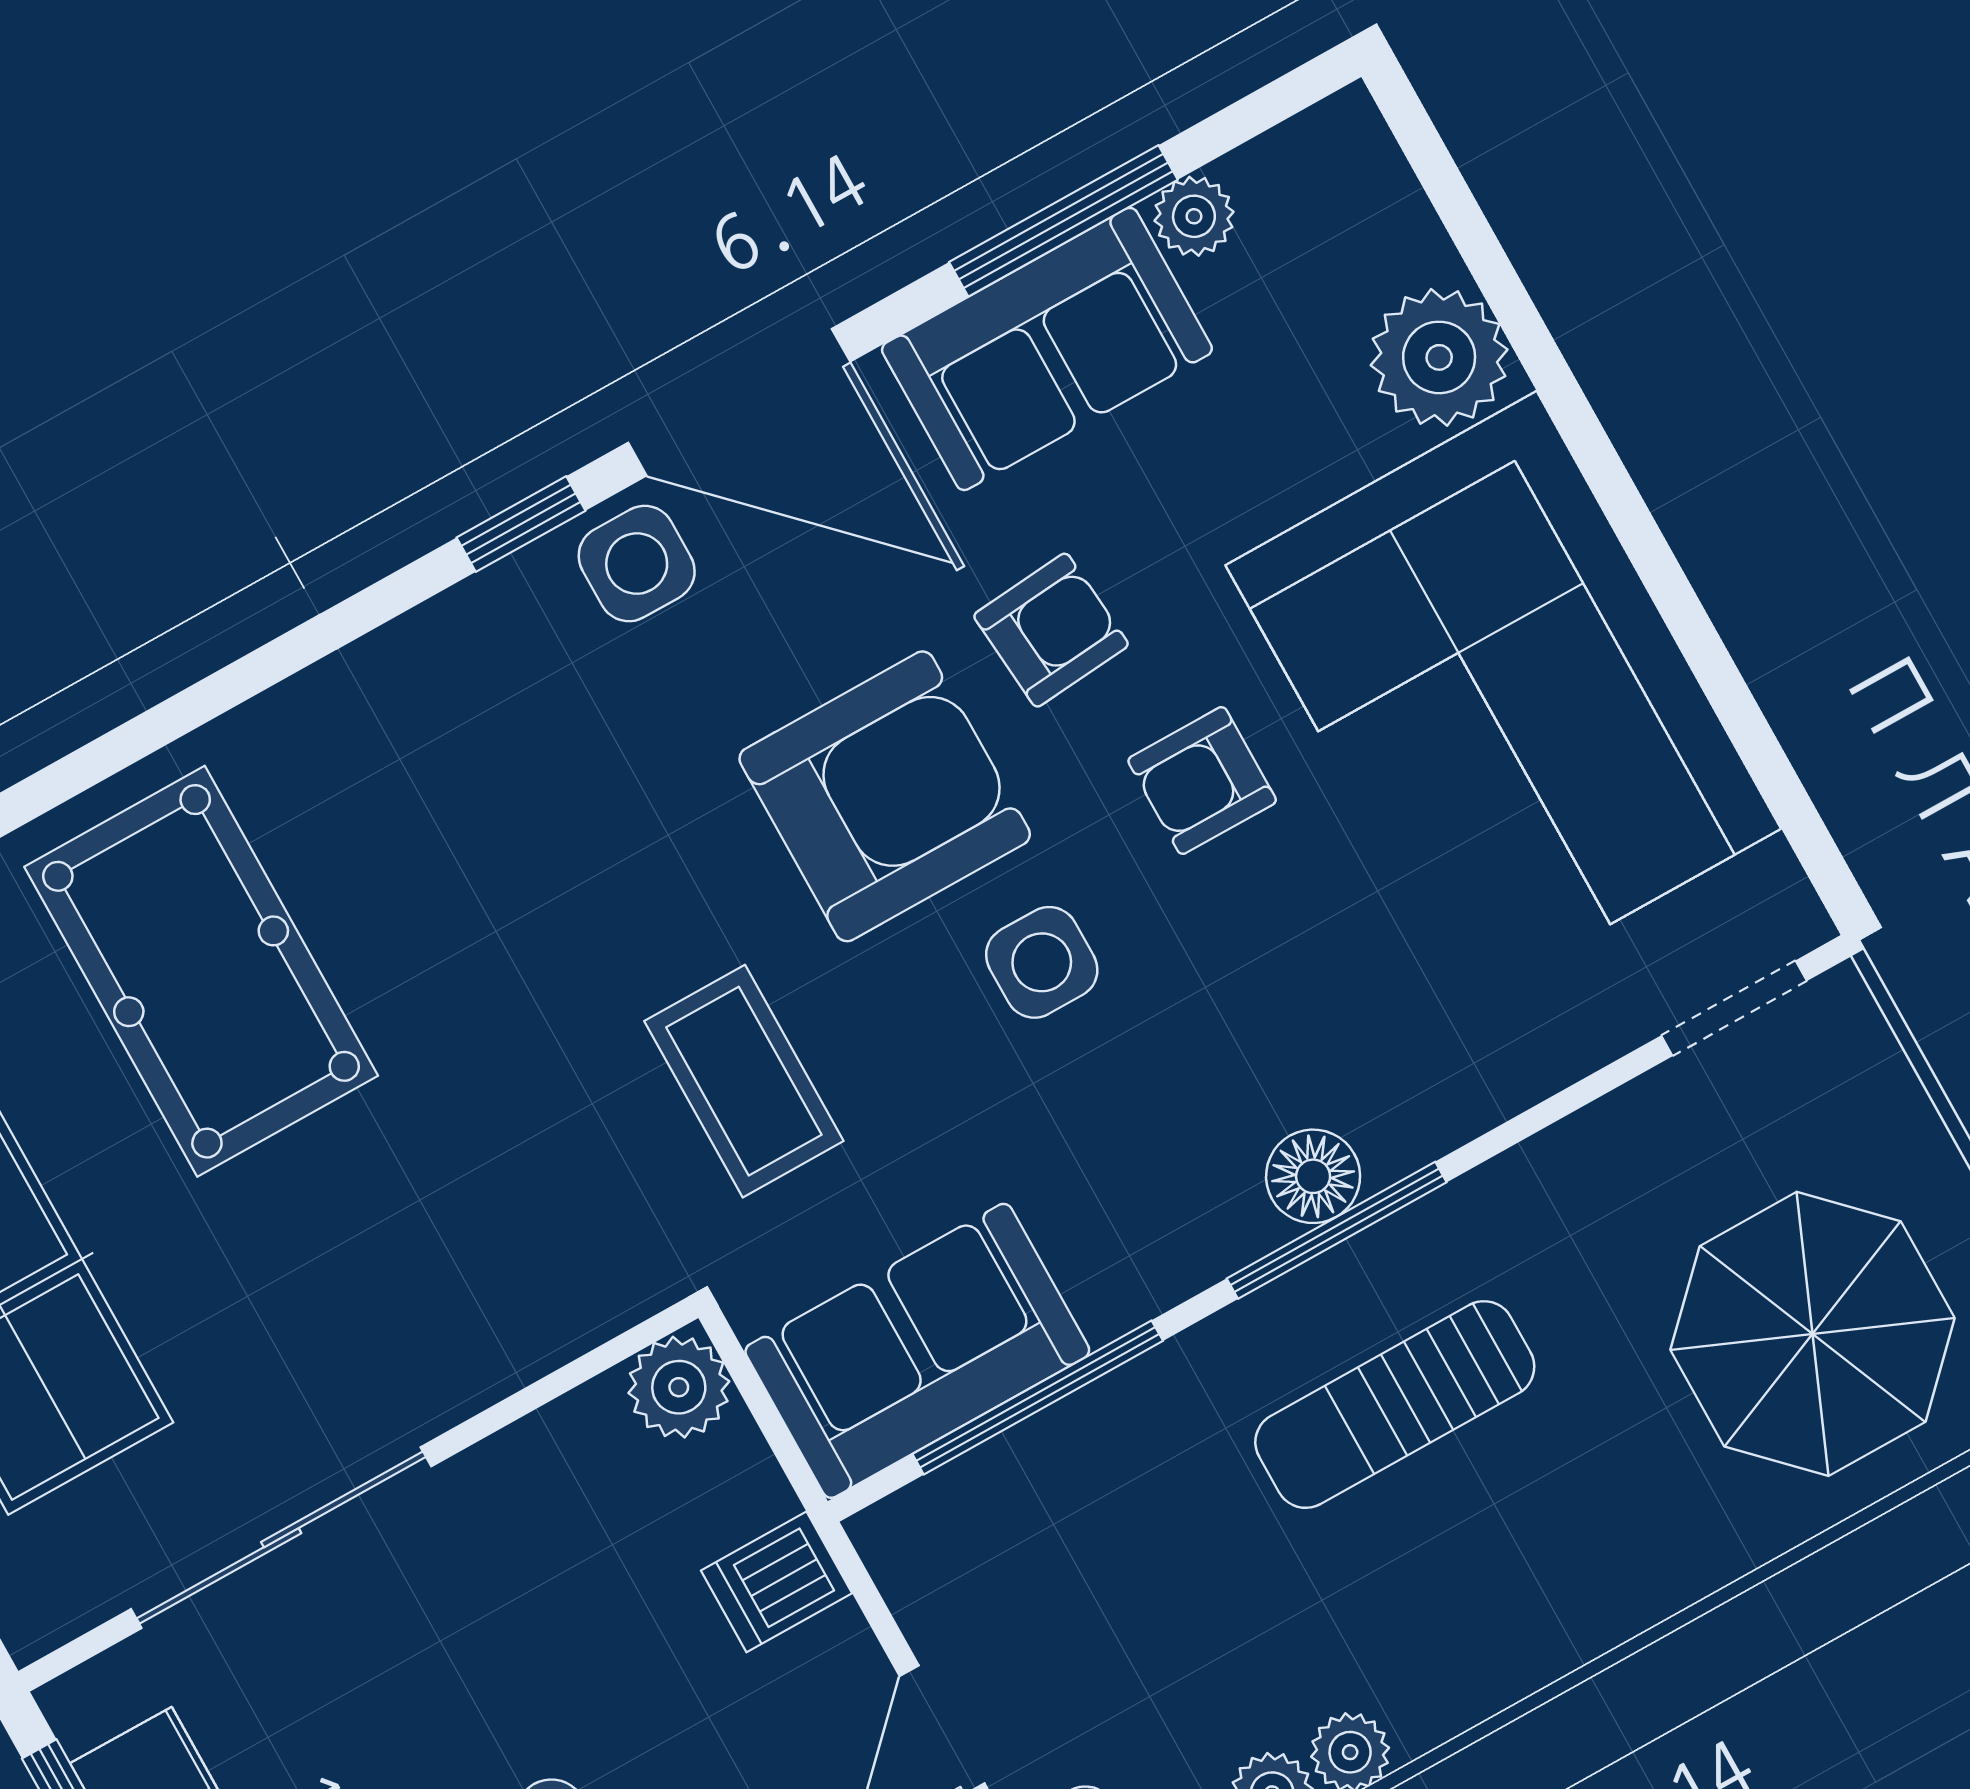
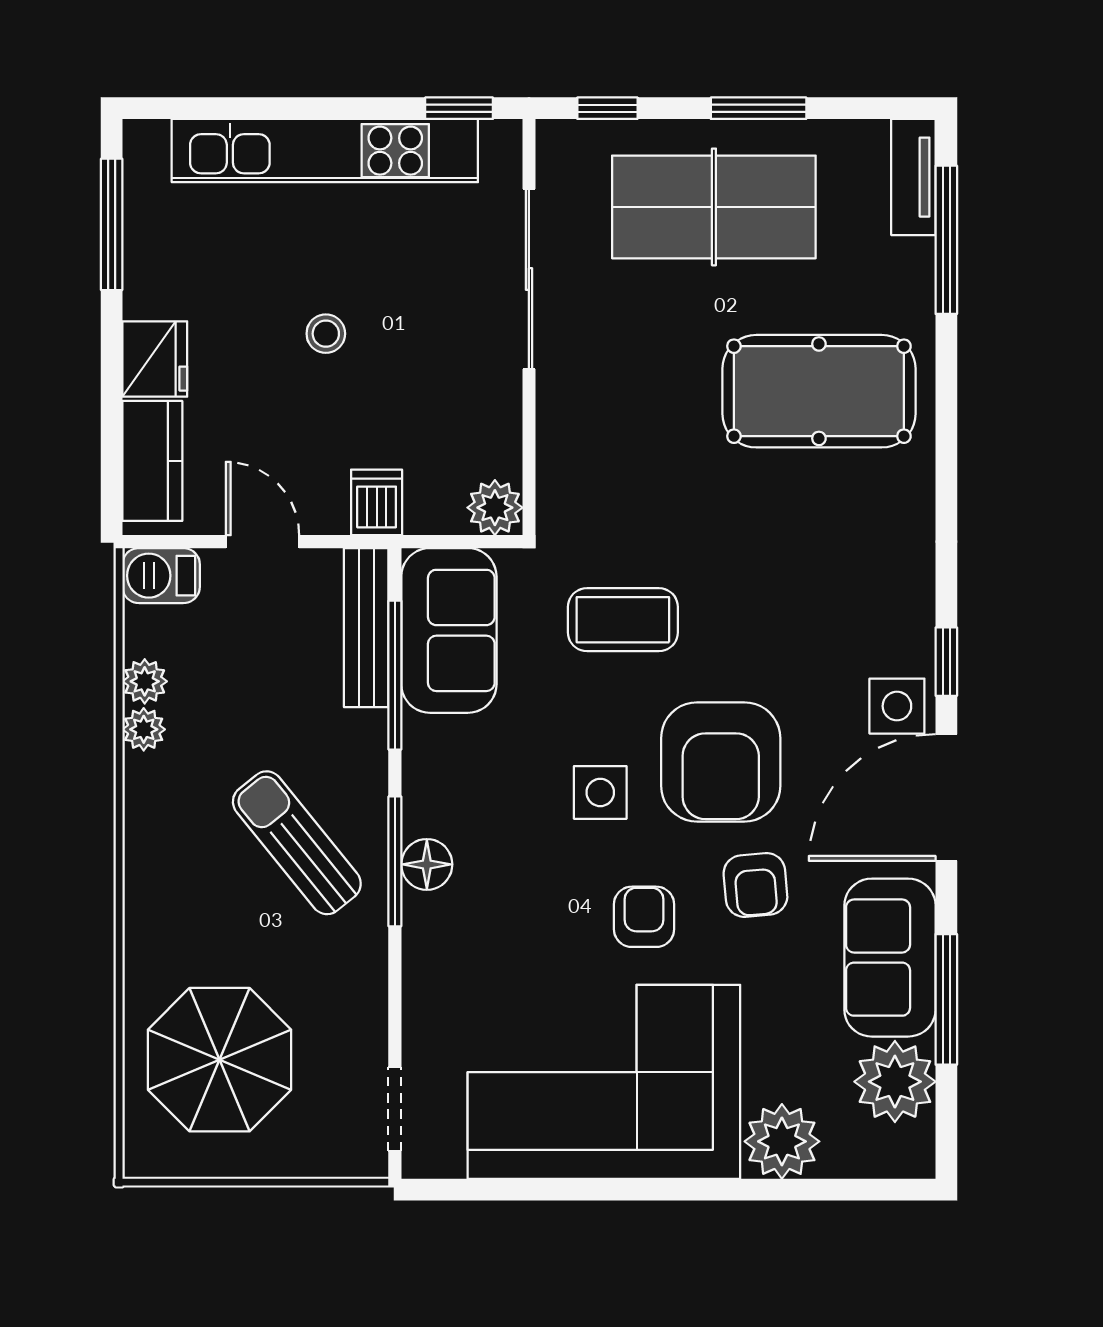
plant: (1194, 216) -> (895, 1082), width x1.87, depth x1.87
sun lounger: (1395, 1405) -> (297, 843), turned -39
bench: (987, 1486) -> (366, 628), added

